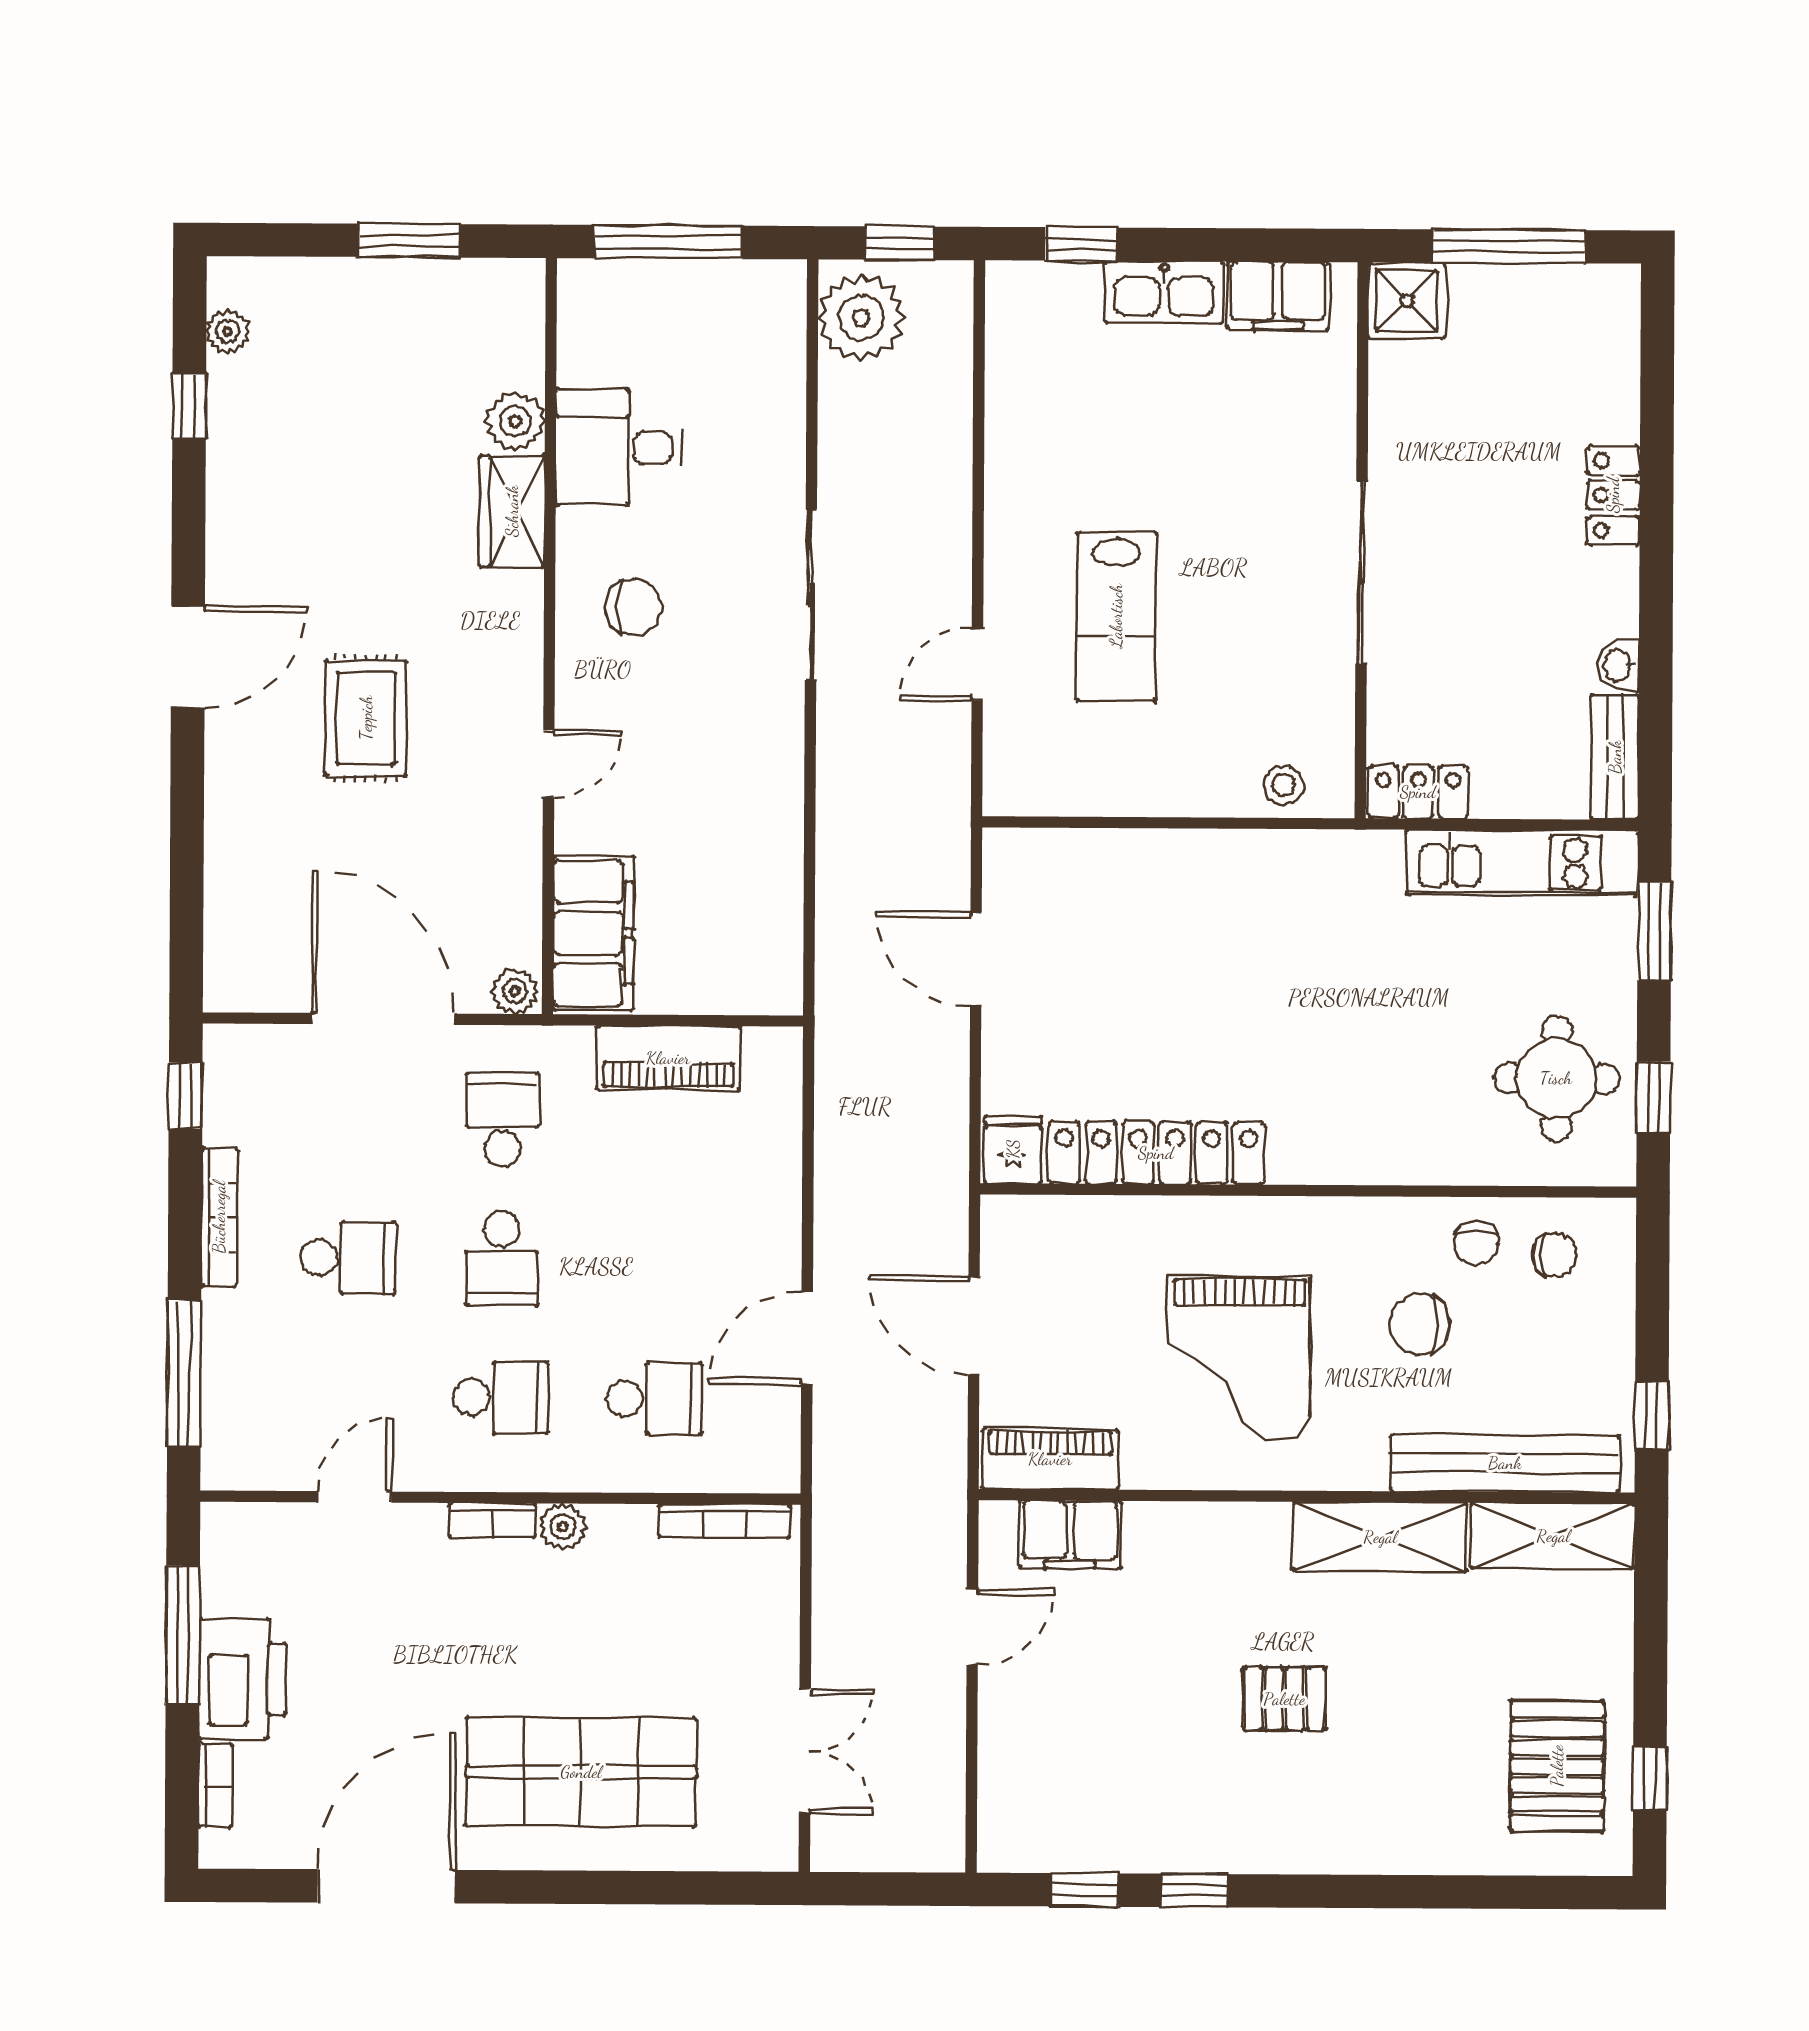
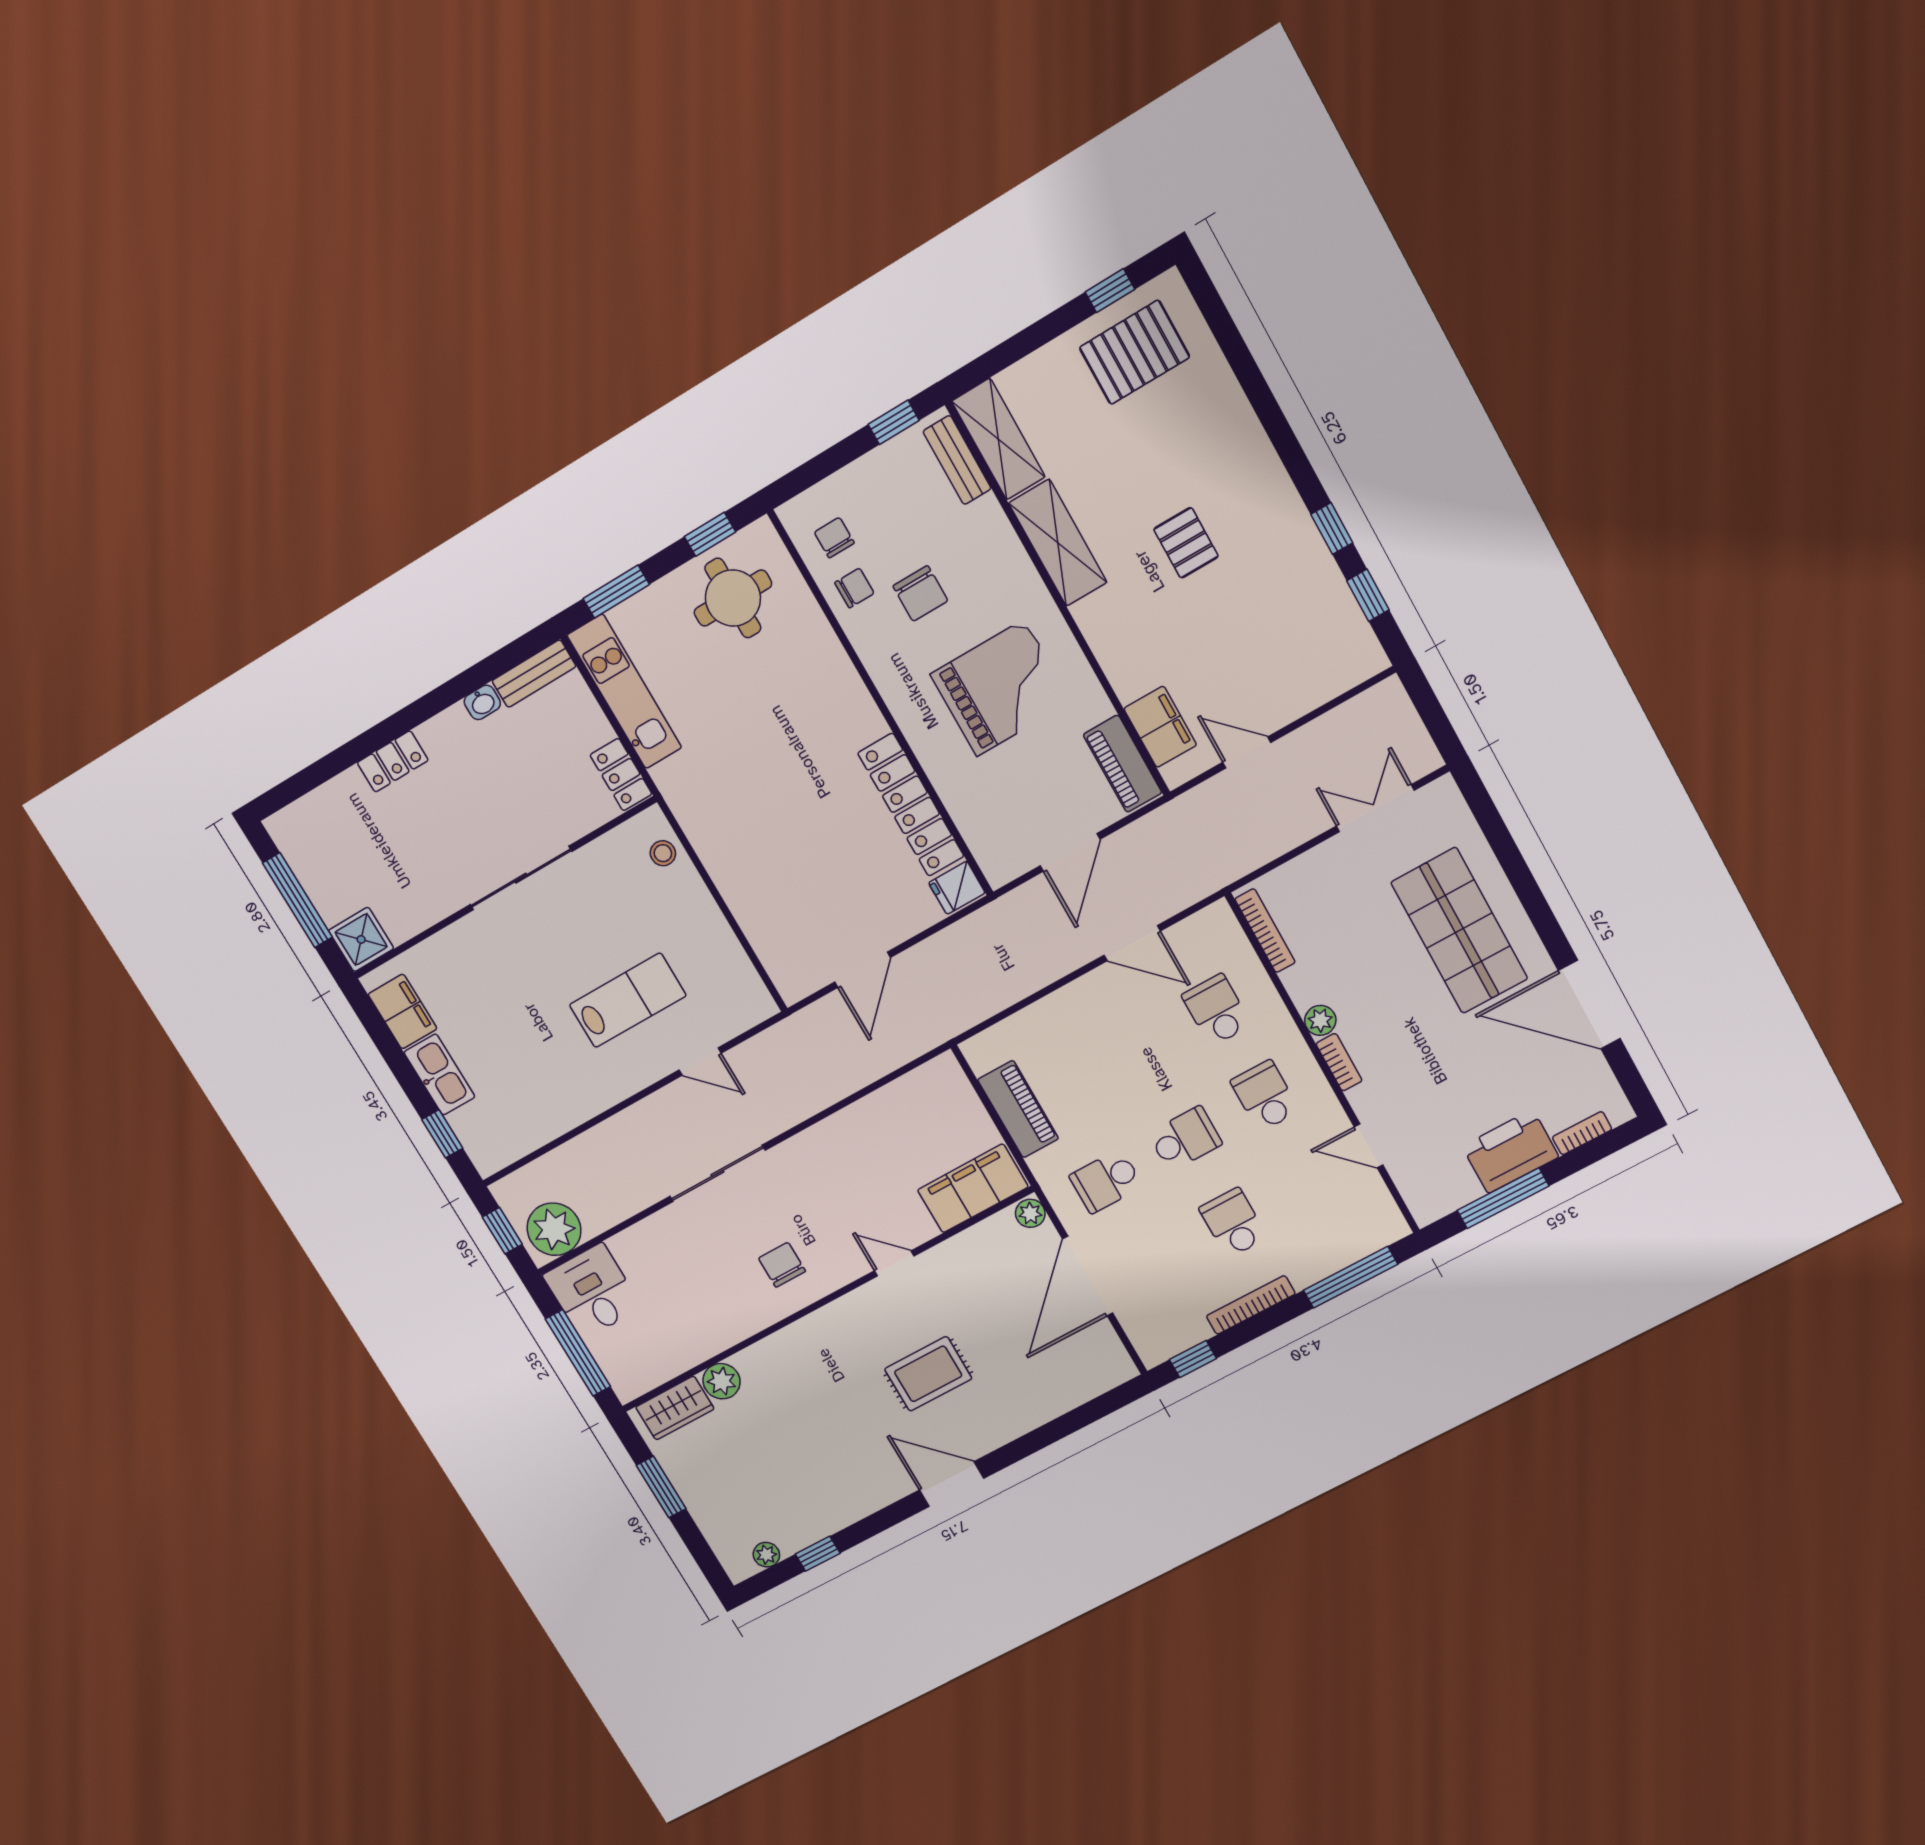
desk: (619, 448) -> (592, 1291), moved, turned 180
wardrobe: (512, 511) -> (675, 1408), moved
bench: (1505, 1463) -> (957, 460), width x0.54, depth x0.82

